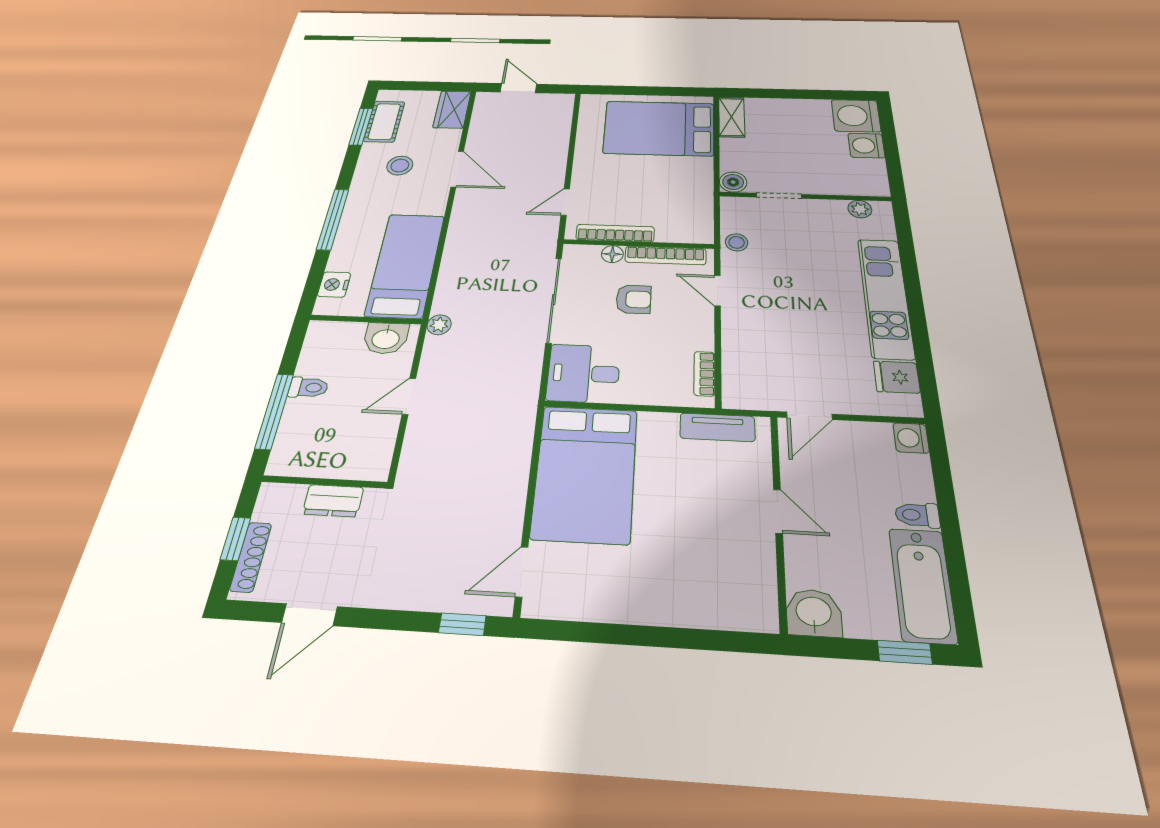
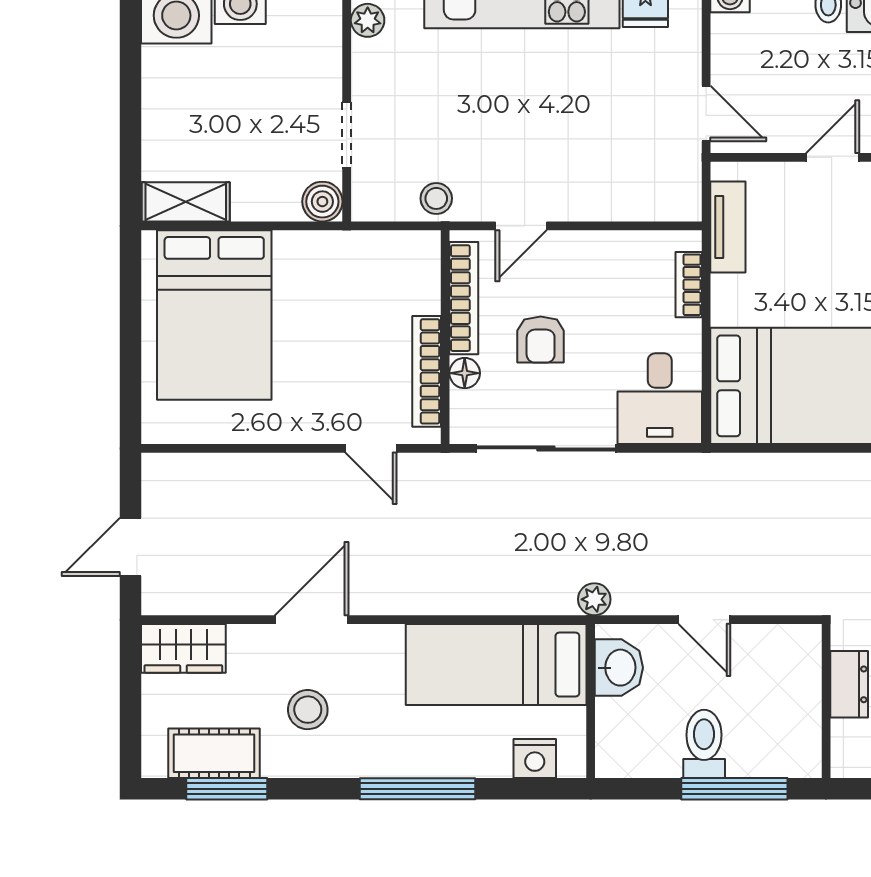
armchair: (634, 299) -> (541, 340), turned 180
bookcase: (704, 374) -> (689, 285), moved, turned 90
toilet: (308, 387) -> (704, 744), width x1.37, depth x1.39

